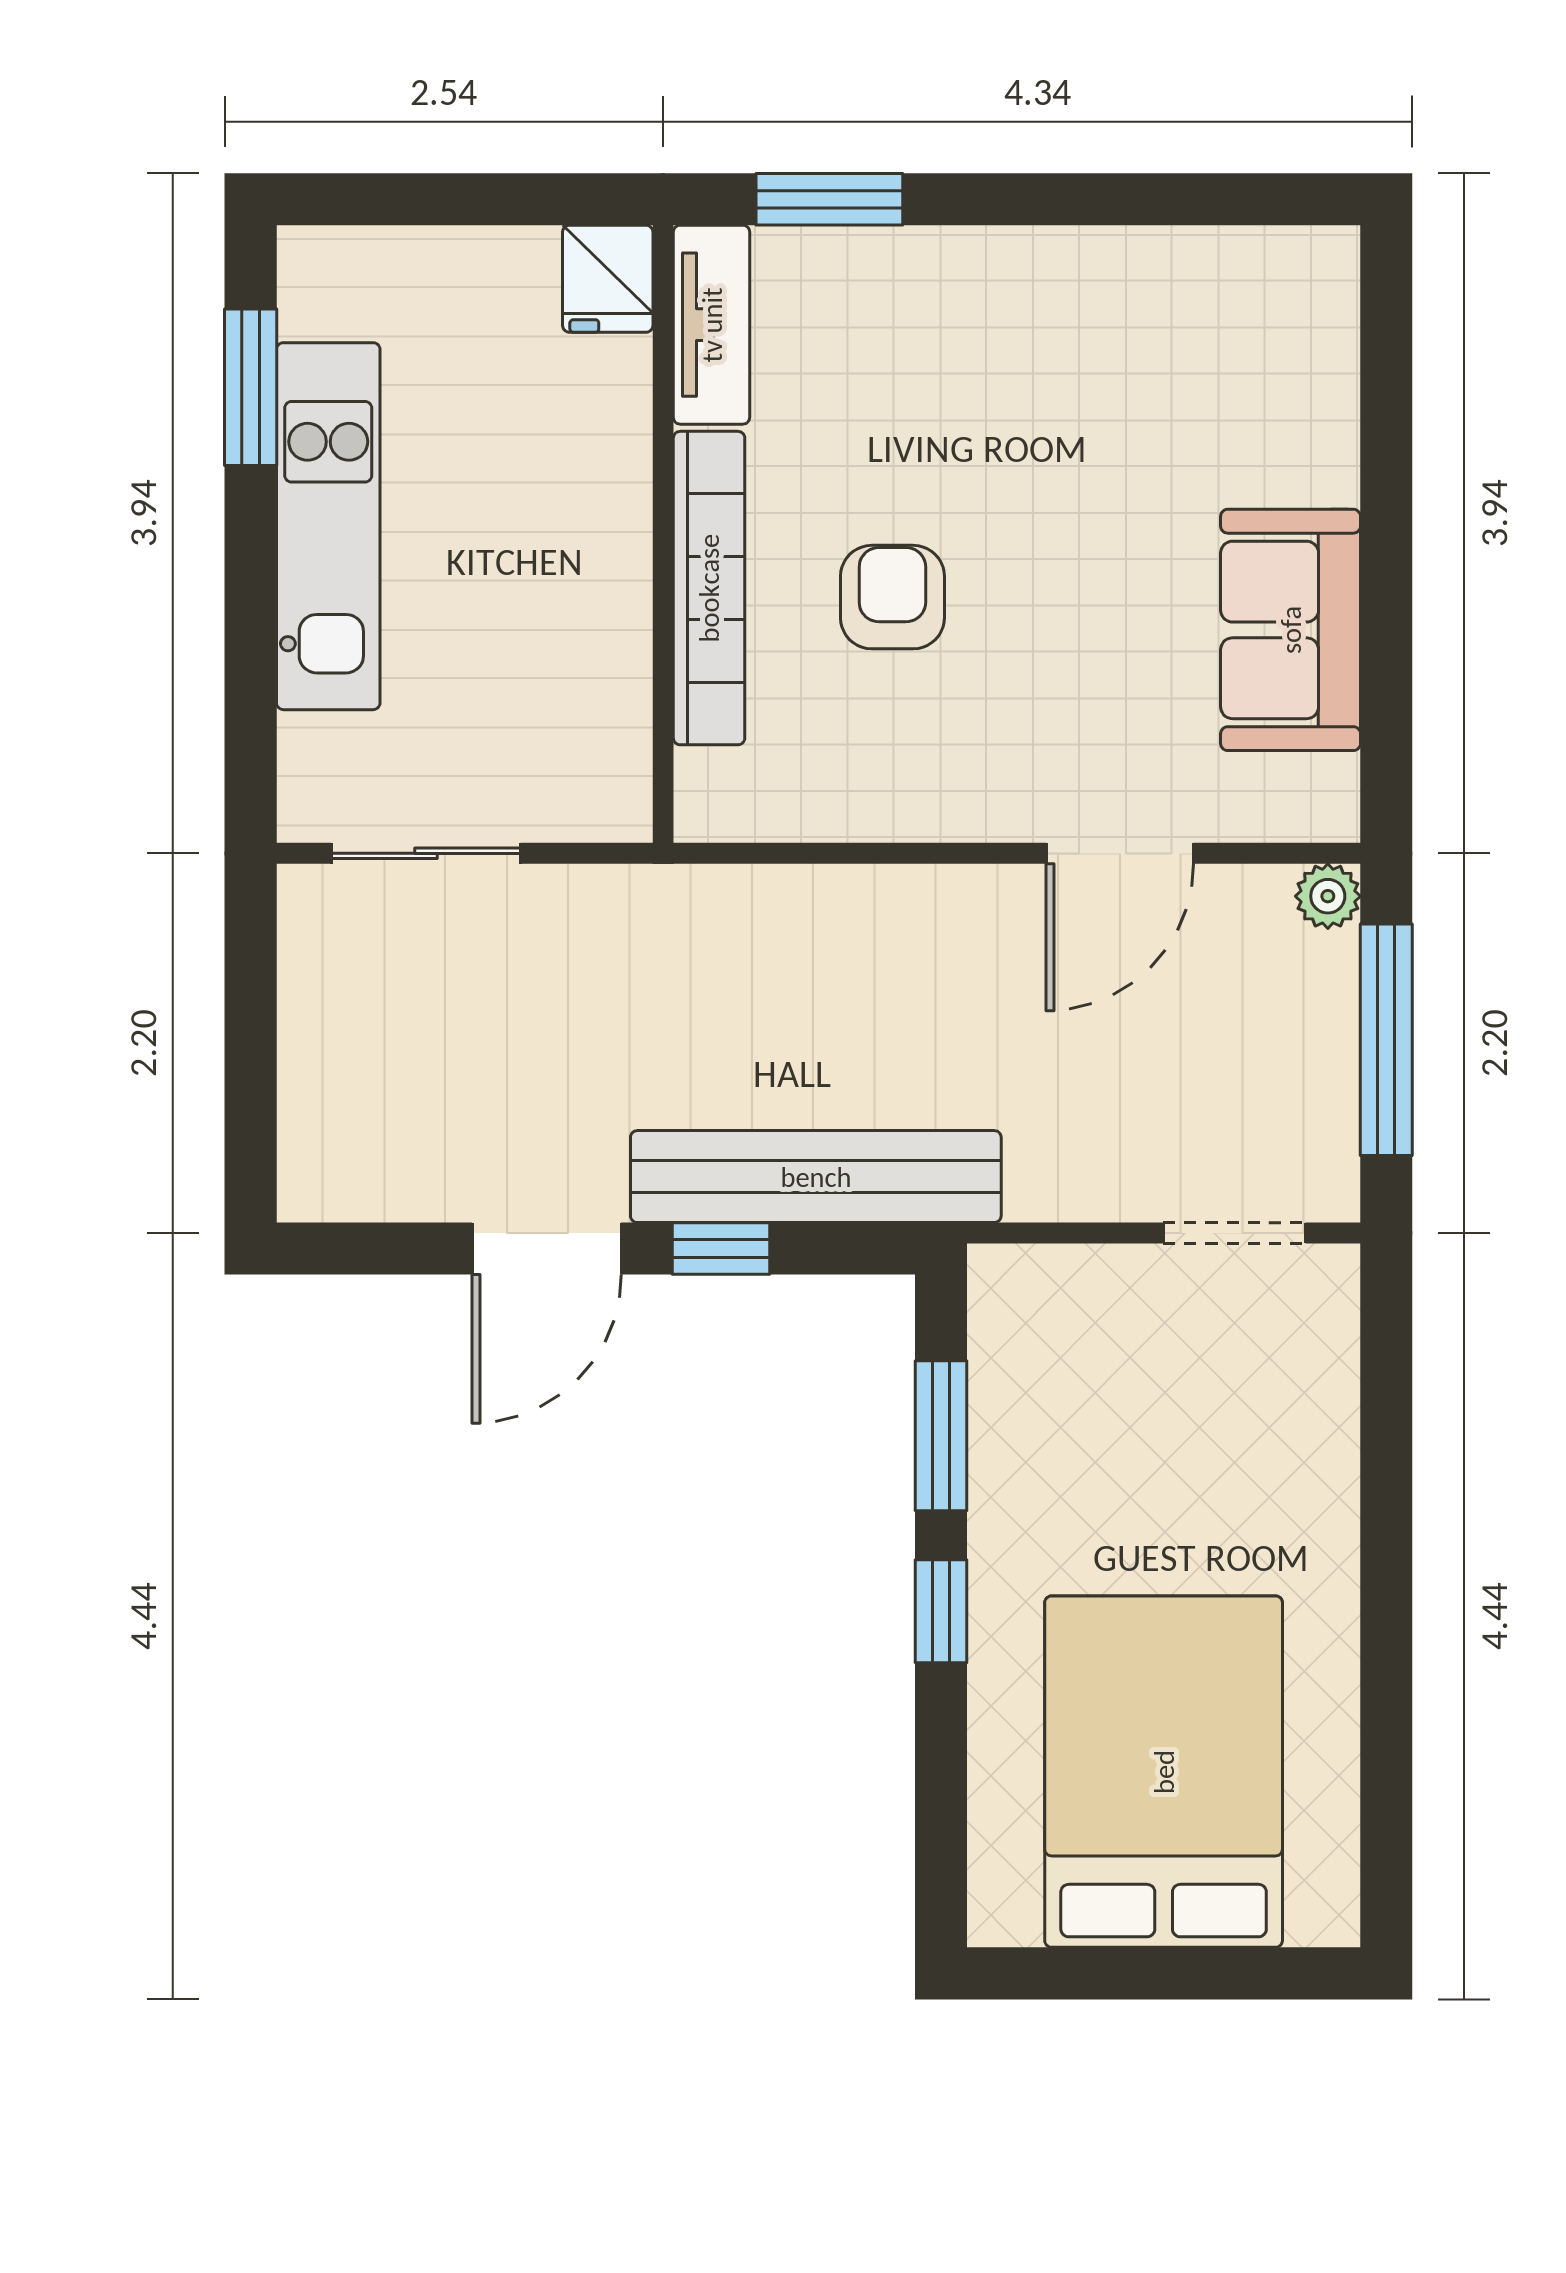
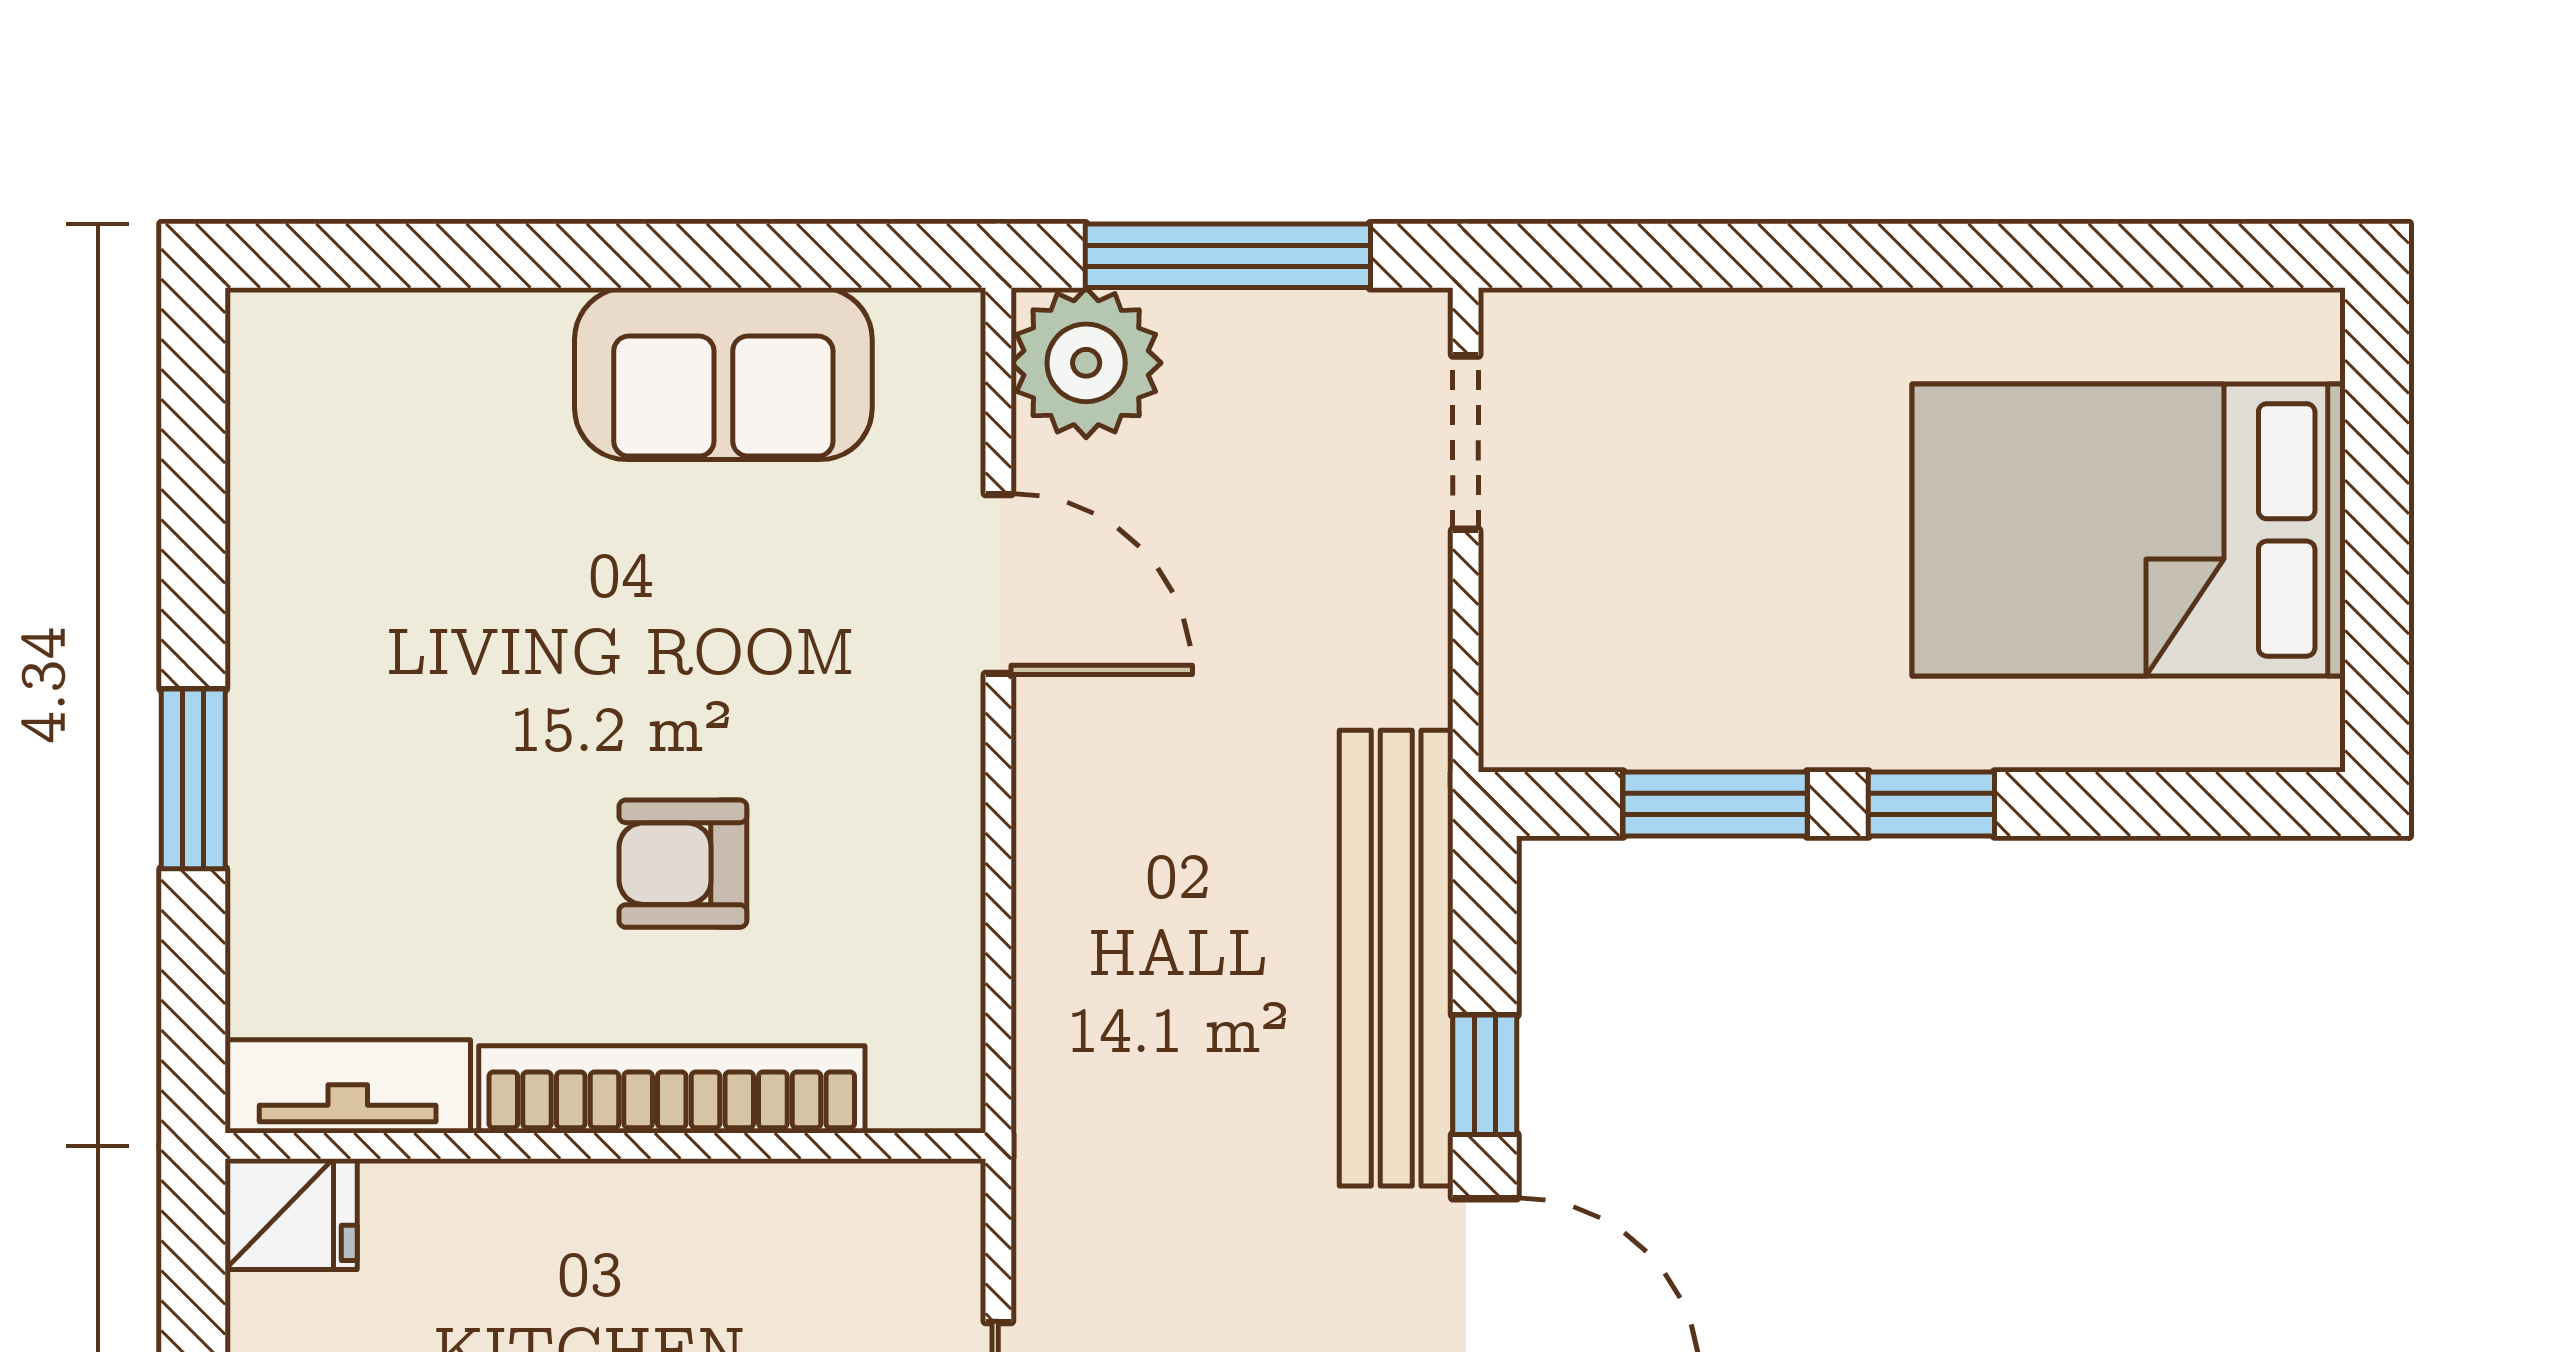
window: (829, 199) -> (193, 779), moved
plant: (1328, 896) -> (1086, 363), width x1.87, depth x1.87

